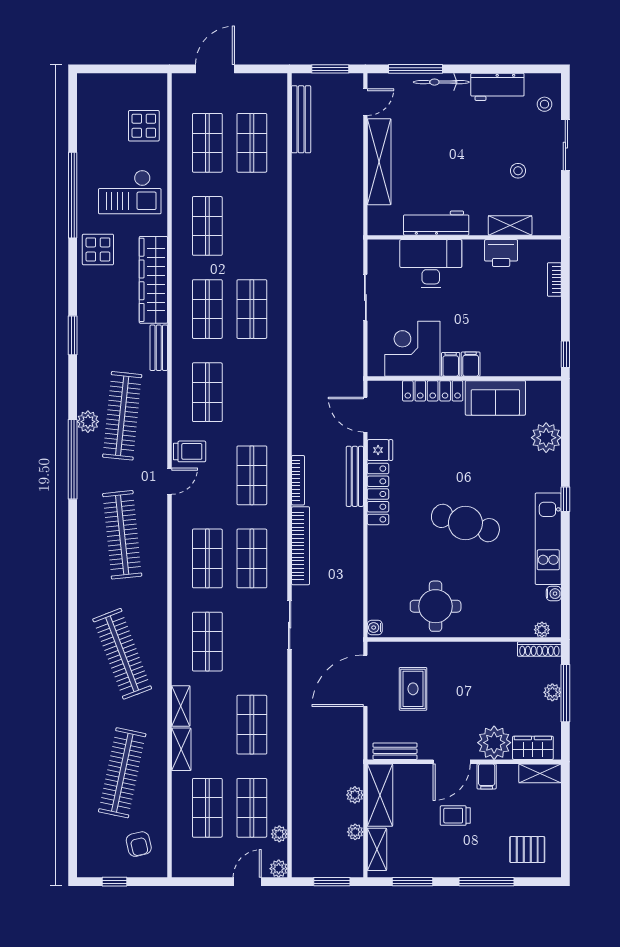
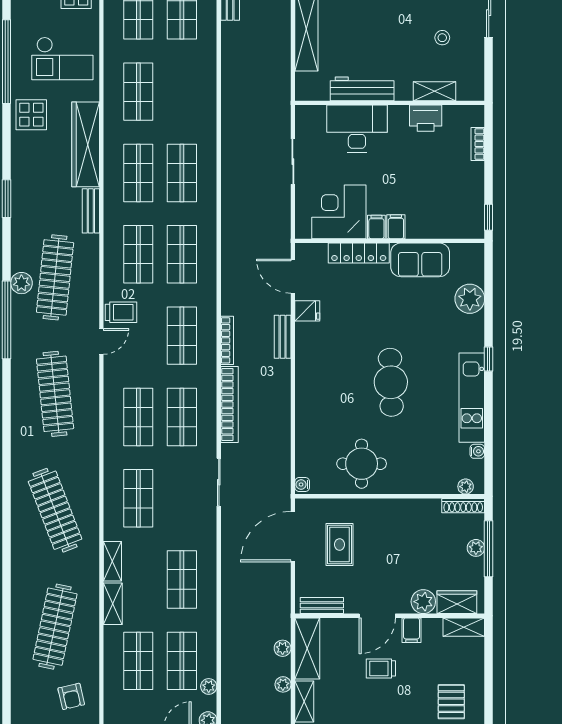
shop shelf: (252, 392) -> (182, 254), added
bench: (355, 476) -> (283, 337), width x0.73
locker: (378, 494) -> (305, 354), removed
cafe table: (465, 523) -> (391, 382), turned 71
plant: (494, 743) -> (423, 602), width x0.73, depth x0.73
pallet: (527, 850) -> (451, 702), turned 90

